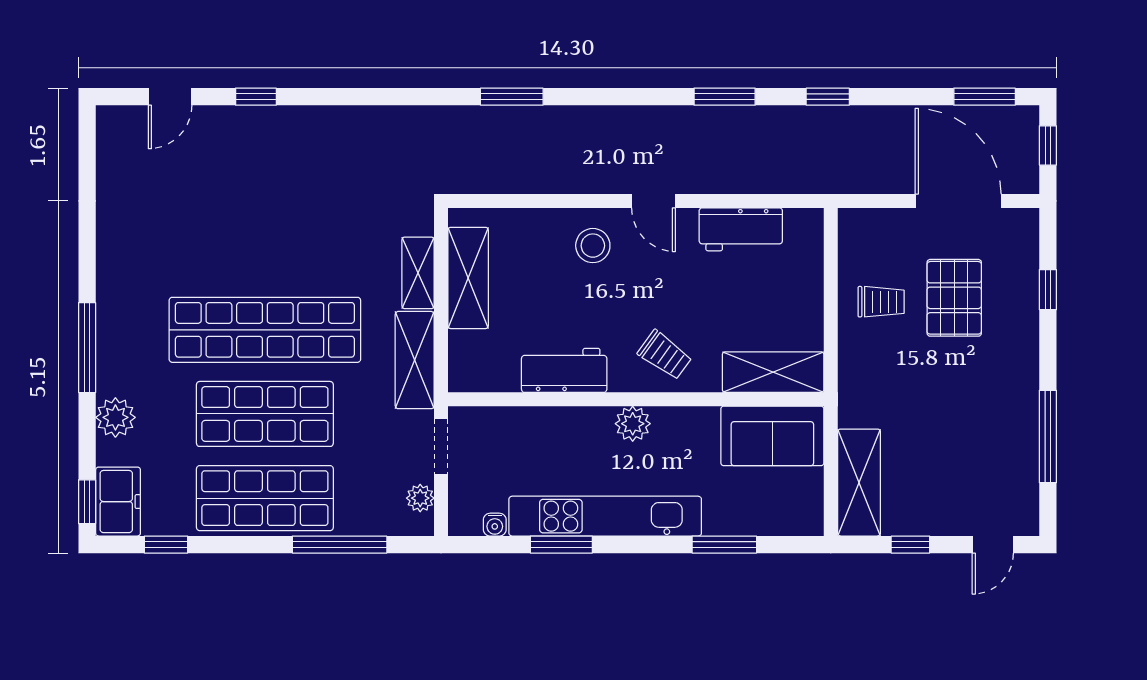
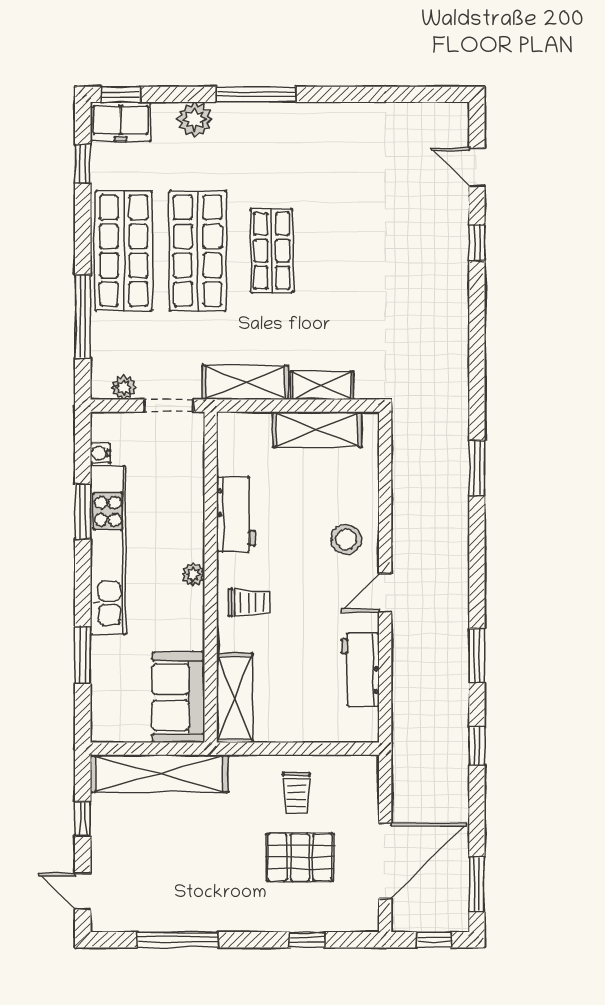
shop shelf: (265, 330) -> (272, 251), width x0.50, depth x0.74
trolley: (665, 355) -> (250, 603), turned -126
plant: (633, 424) -> (193, 574), width x0.73, depth x0.73
shelving: (859, 483) -> (159, 774), width x1.47

